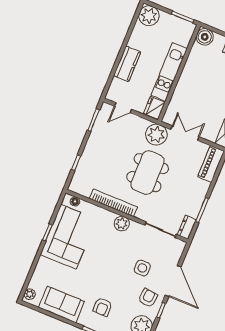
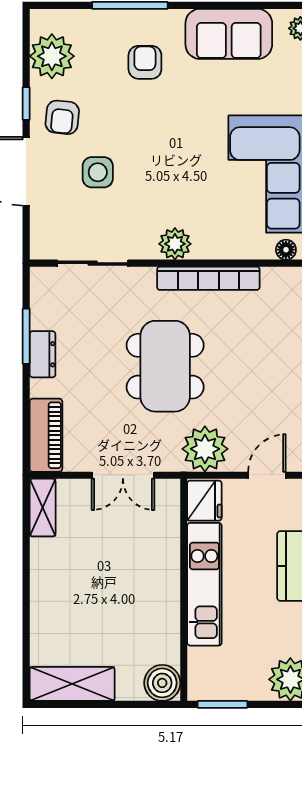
plant: (156, 135) -> (205, 449), moved
dresser: (187, 227) -> (43, 354), moved

